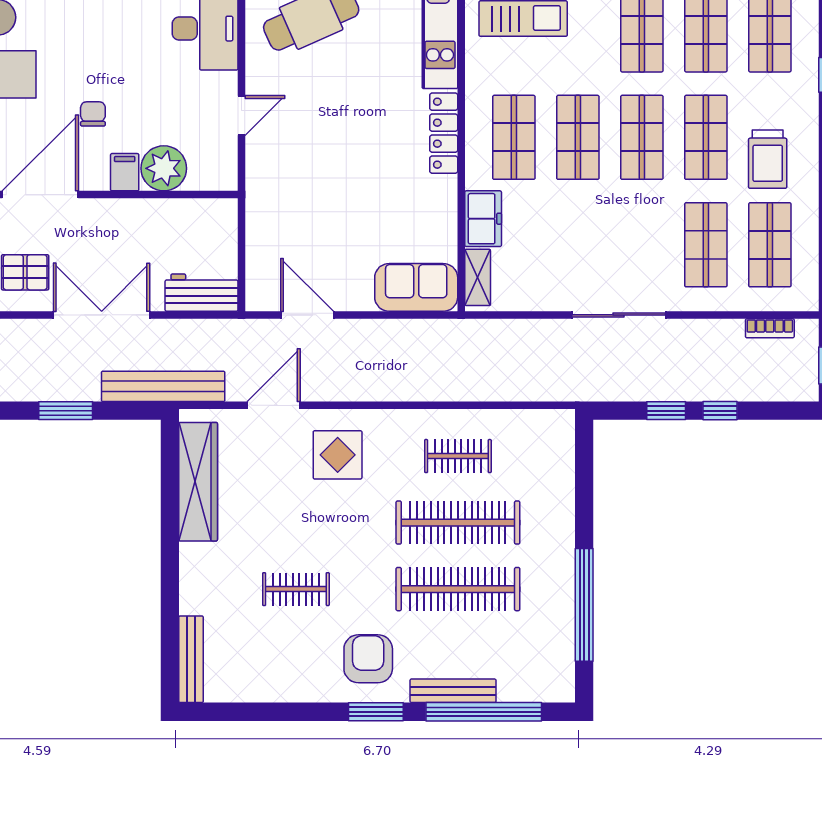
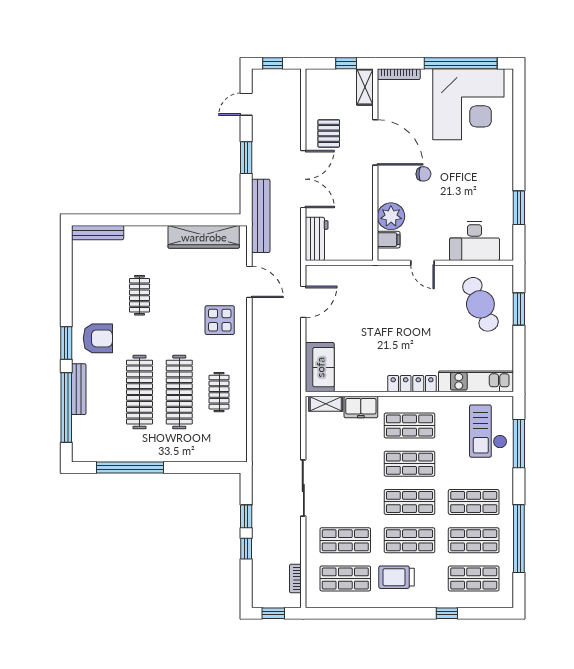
filing cabinet: (125, 172) -> (389, 240), moved

